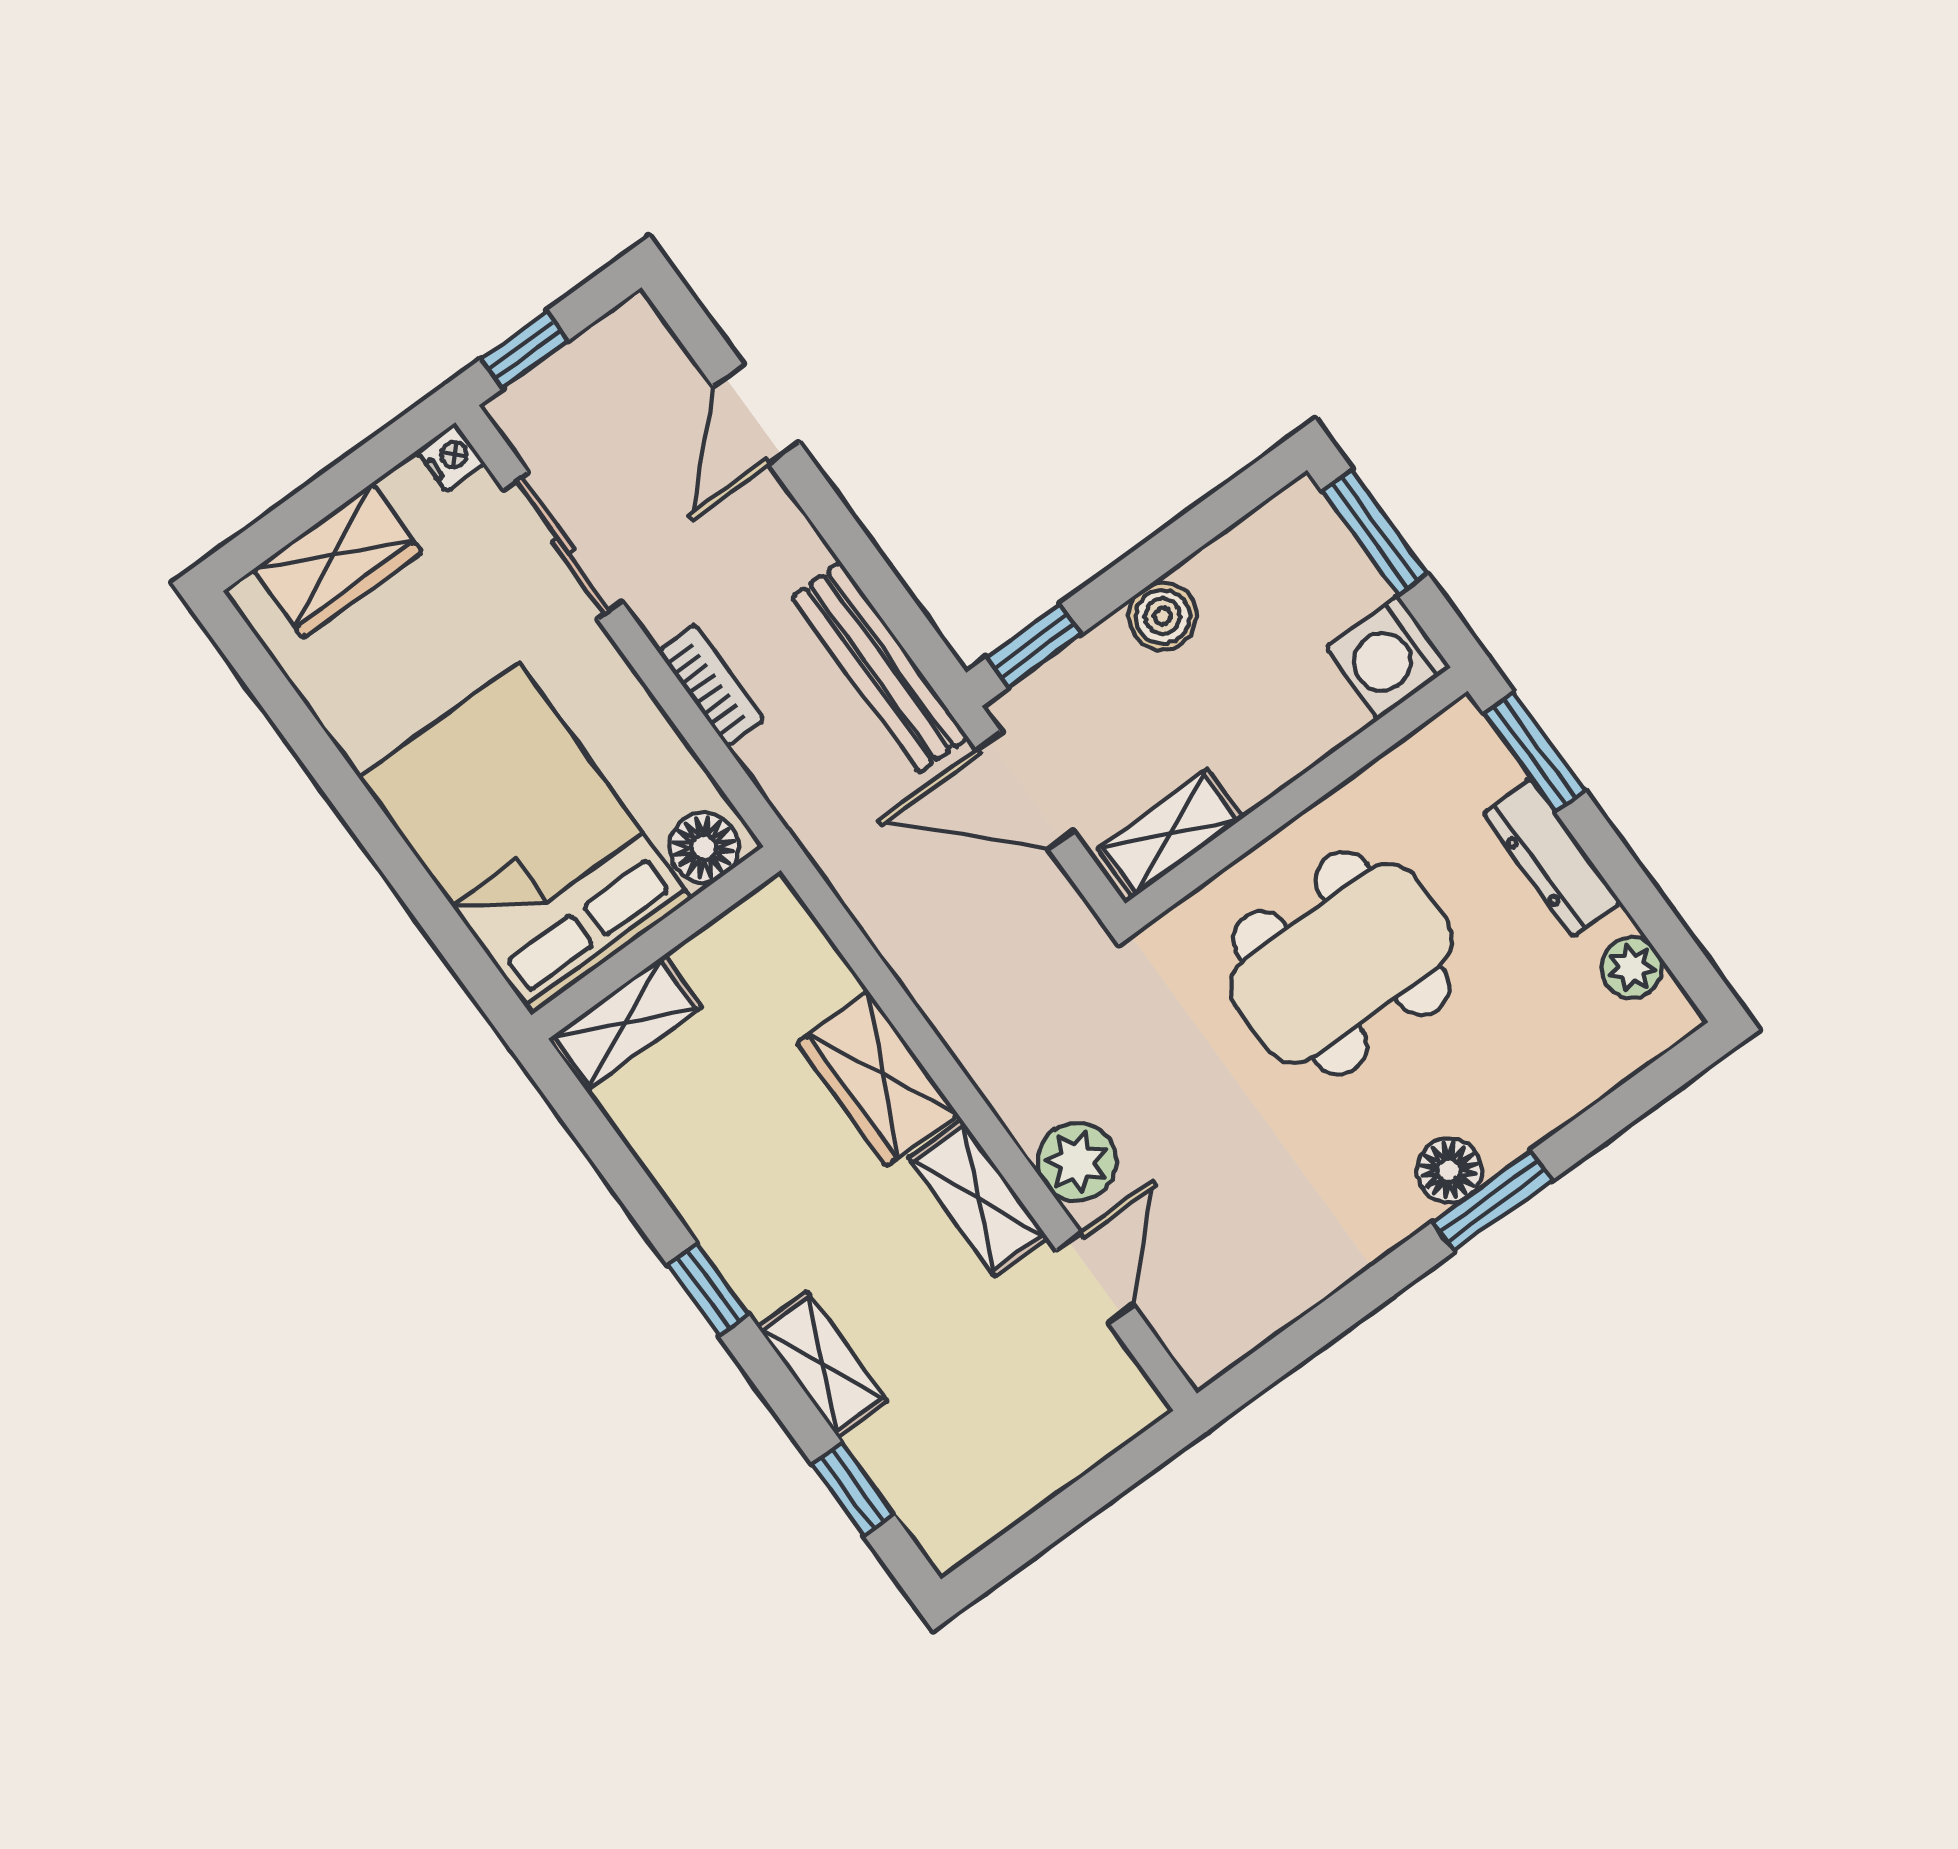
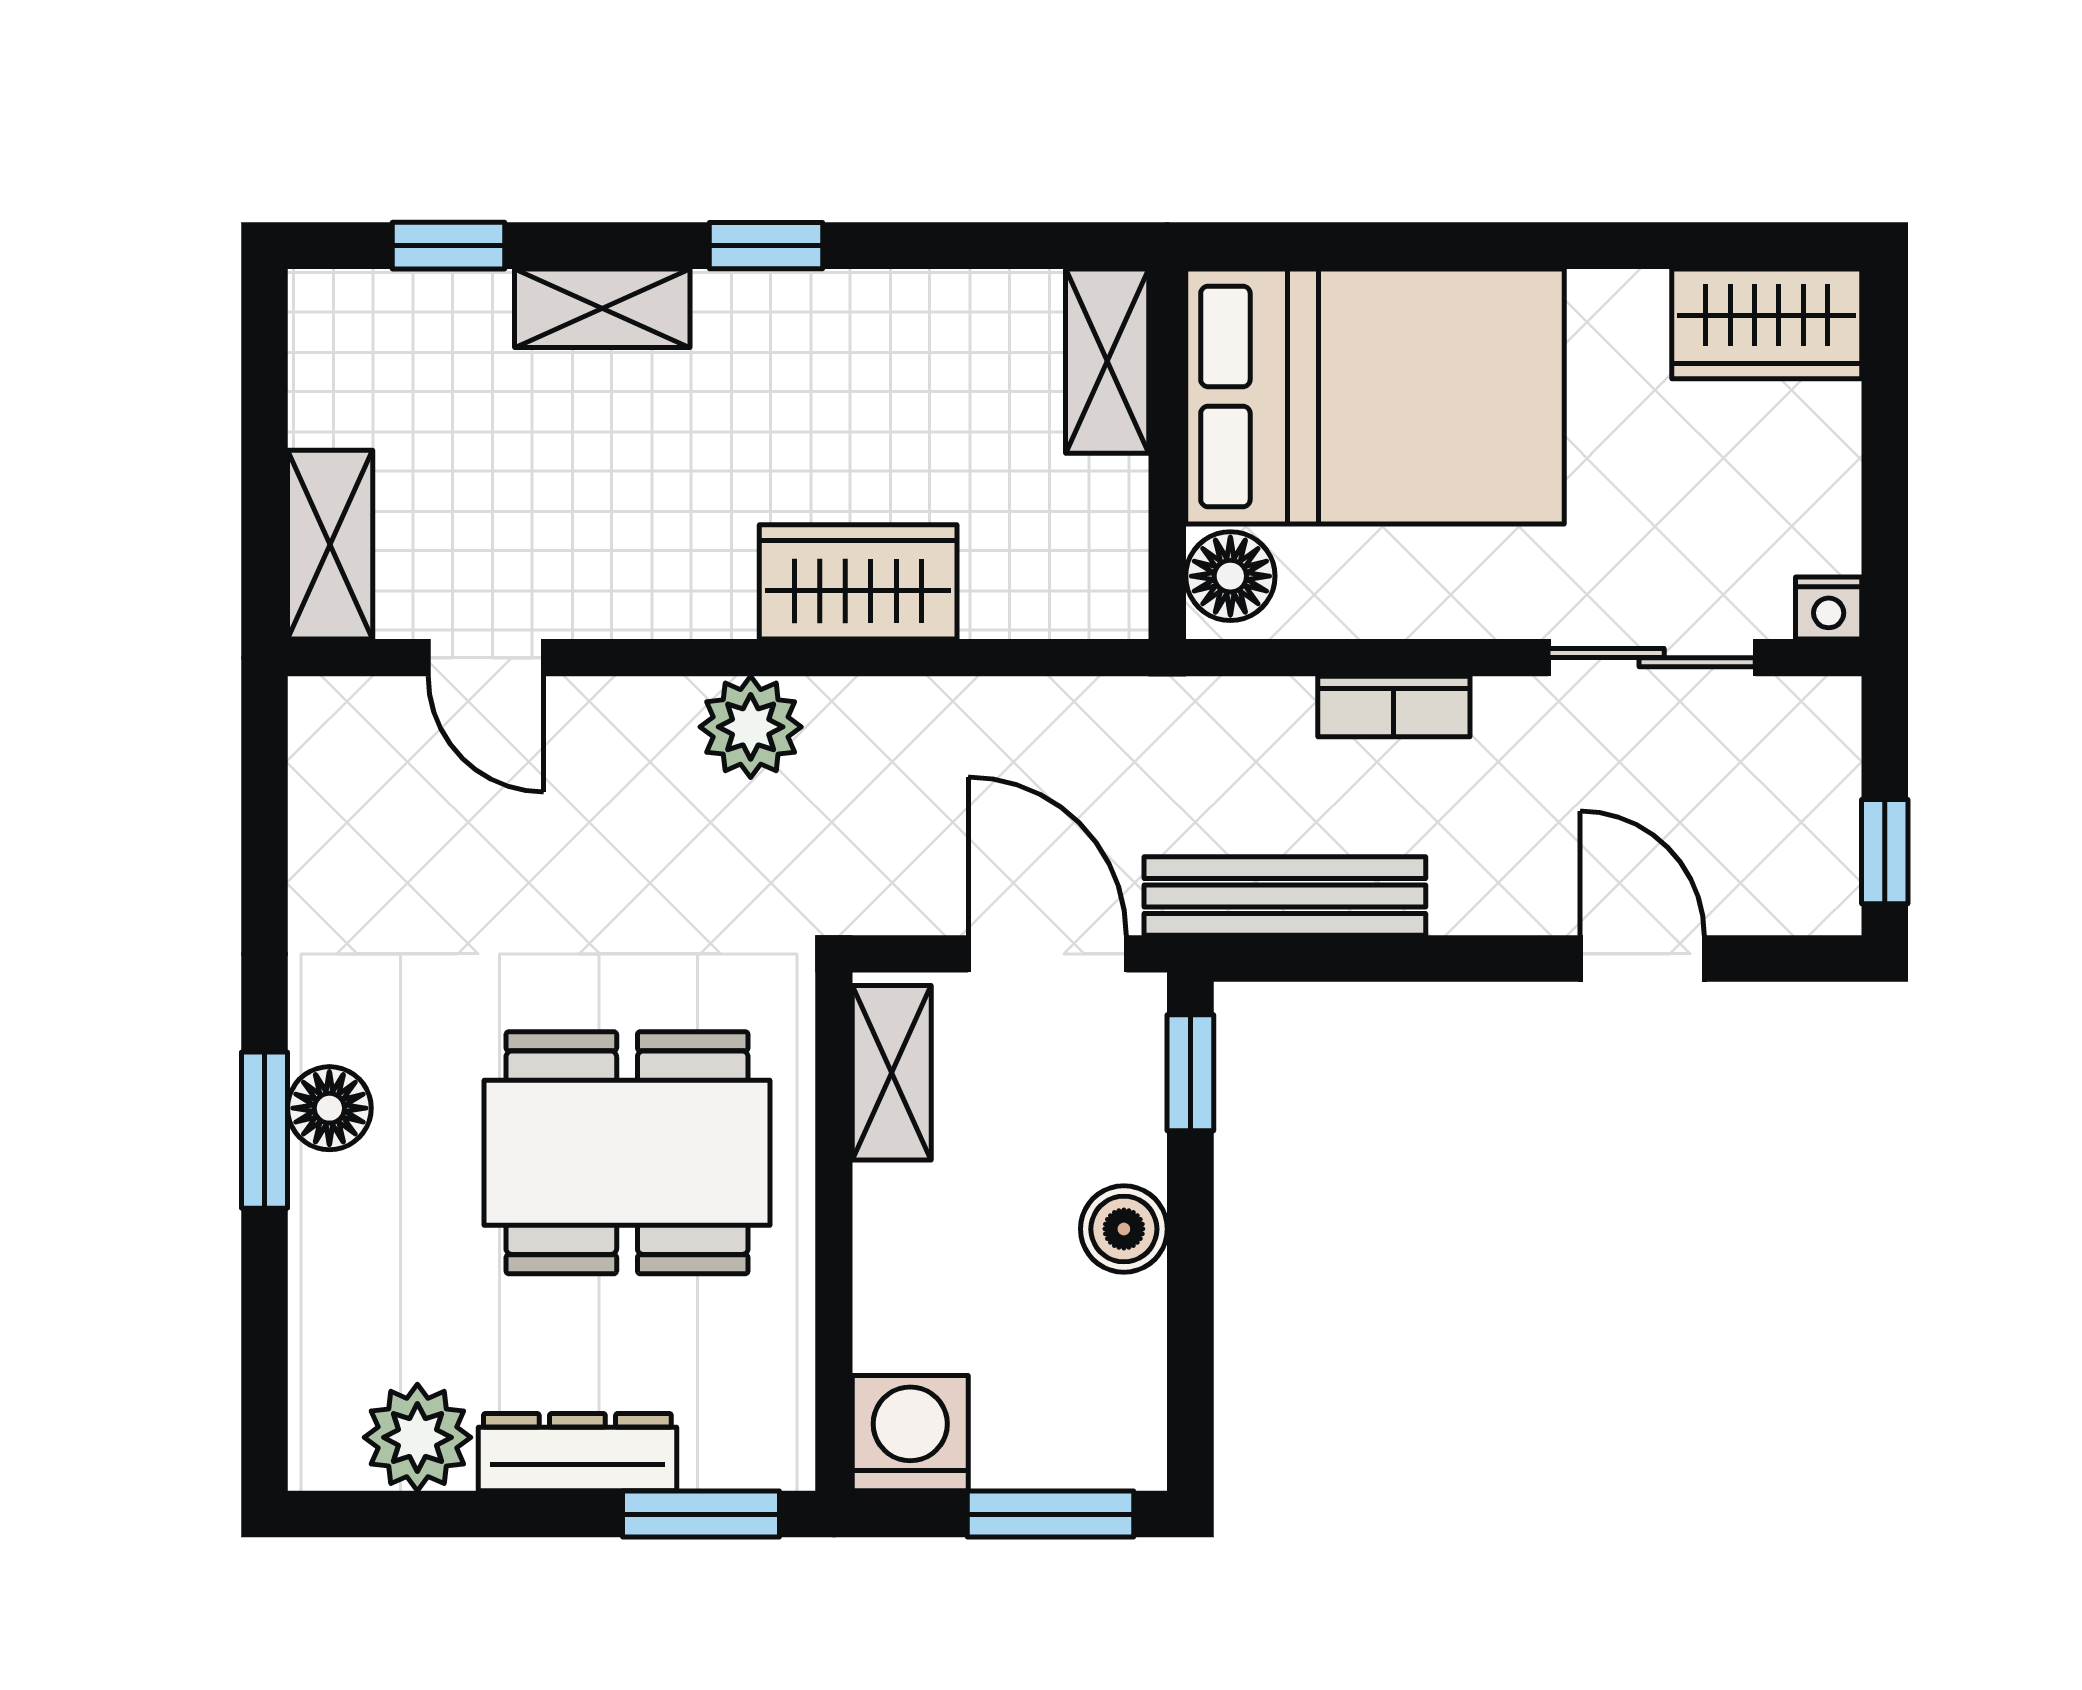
window: (524, 350) -> (1885, 852), moved
wardrobe: (337, 561) -> (1767, 324), moved, turned -90
door: (1025, 790) -> (1047, 954), hinge flipped
dining table: (1341, 963) -> (627, 1153), turned 90
plant: (1632, 967) -> (417, 1437), width x1.38, depth x1.38
plant: (1077, 1162) -> (751, 727), moved
shelving: (978, 1198) -> (330, 545), moved, turned 90

